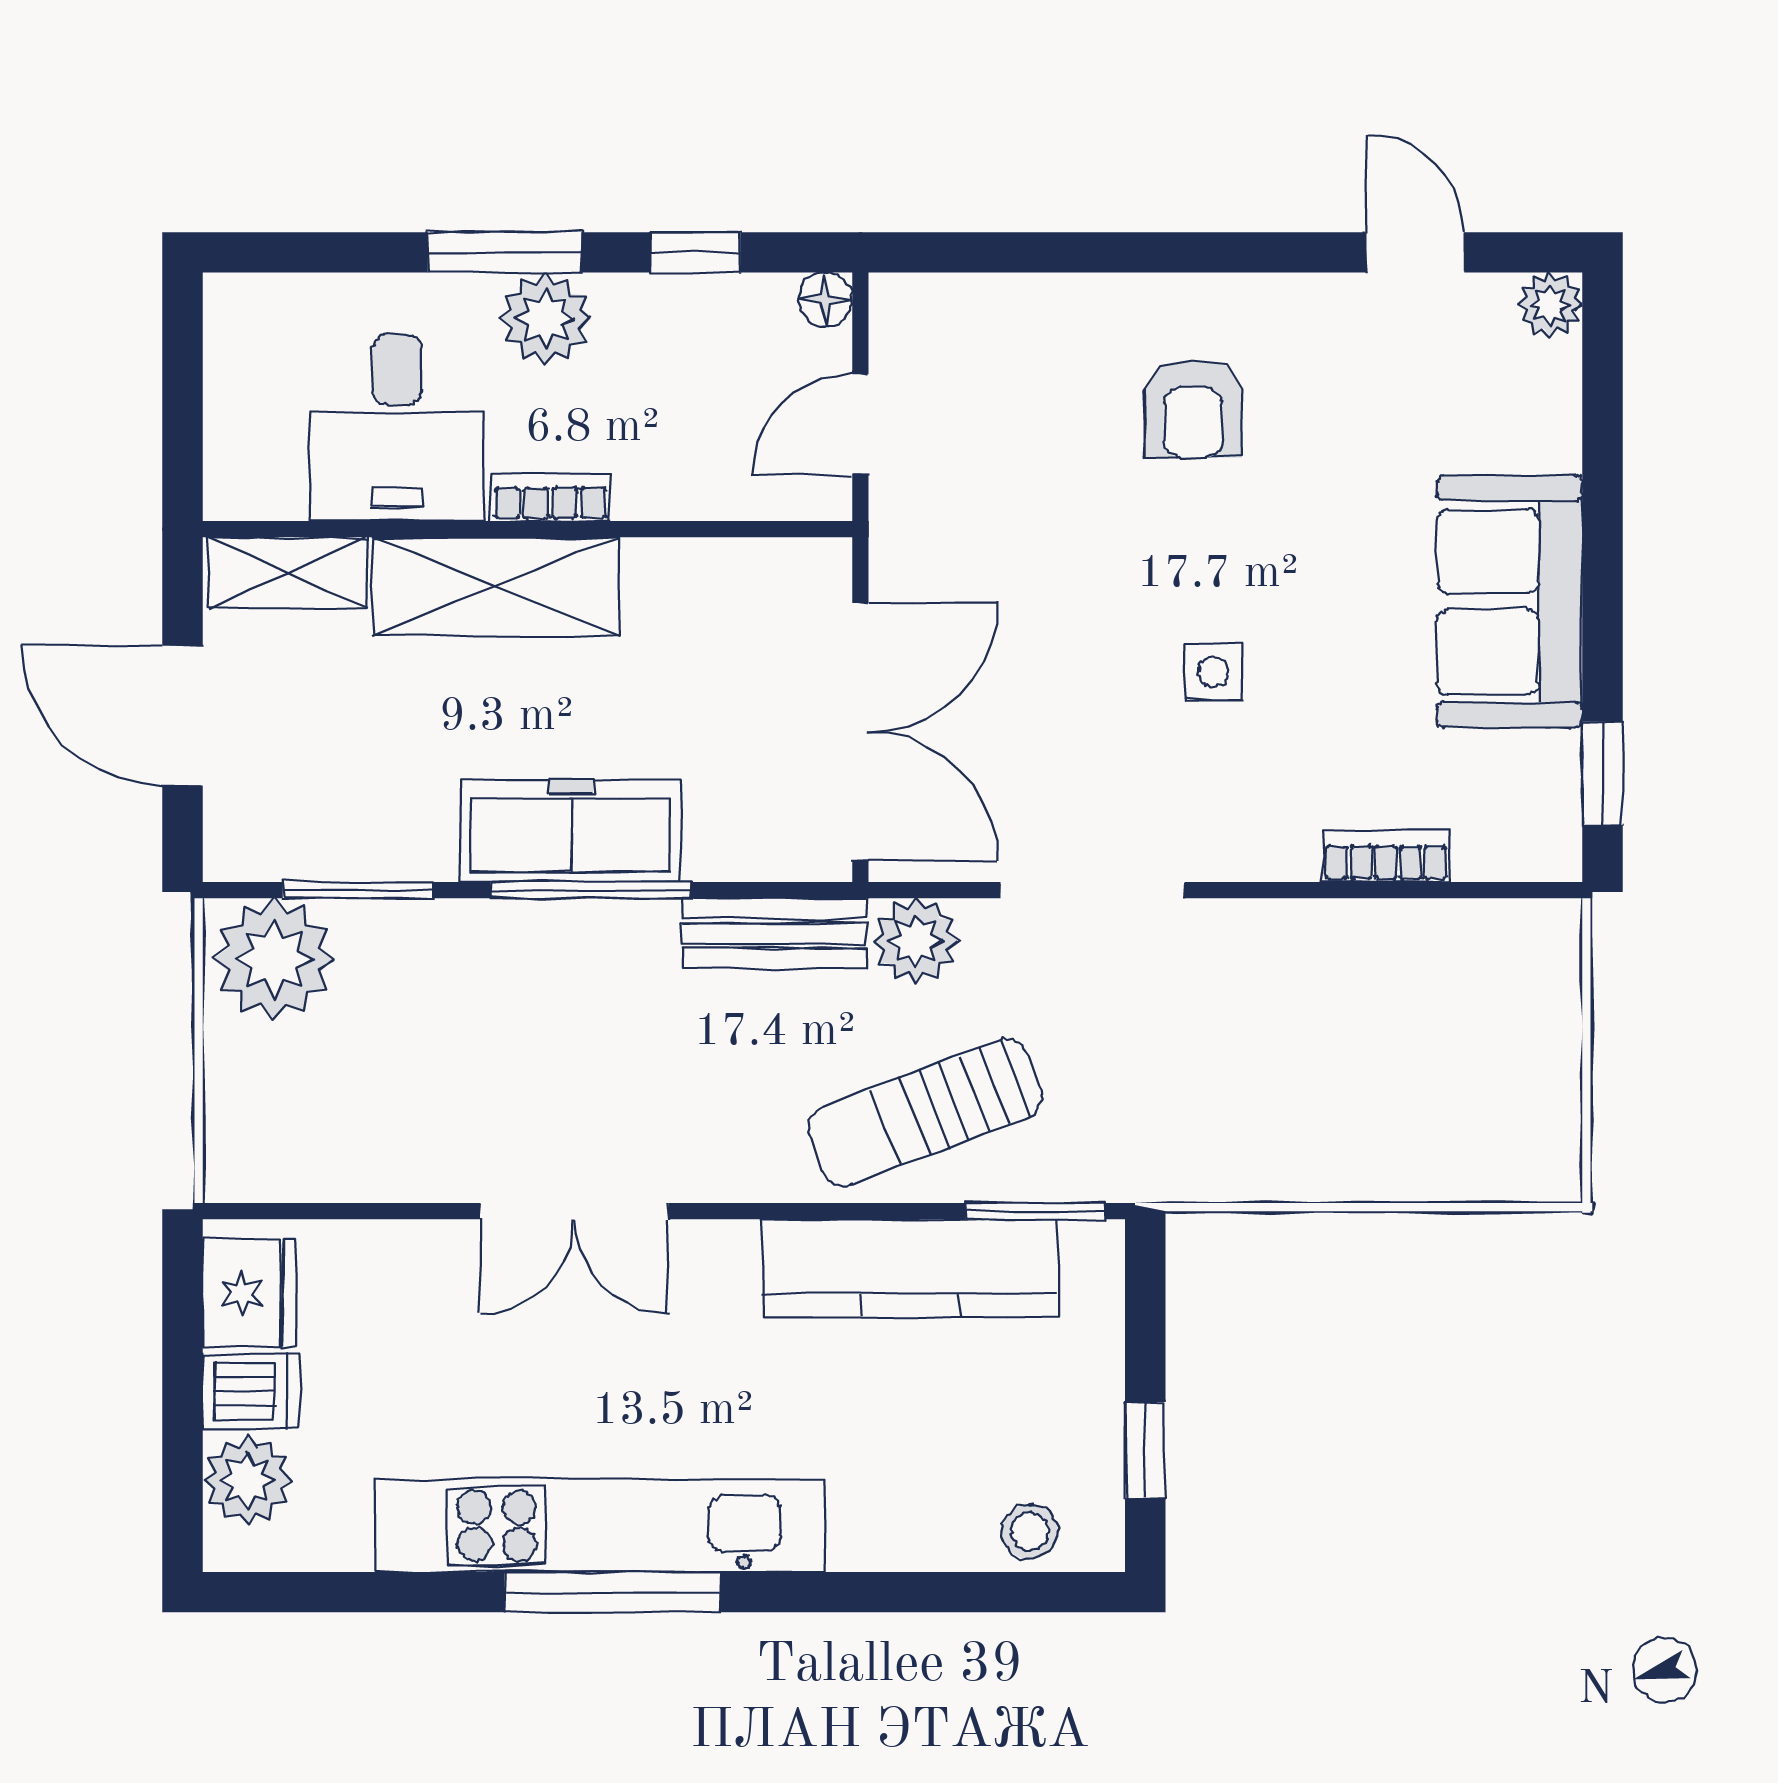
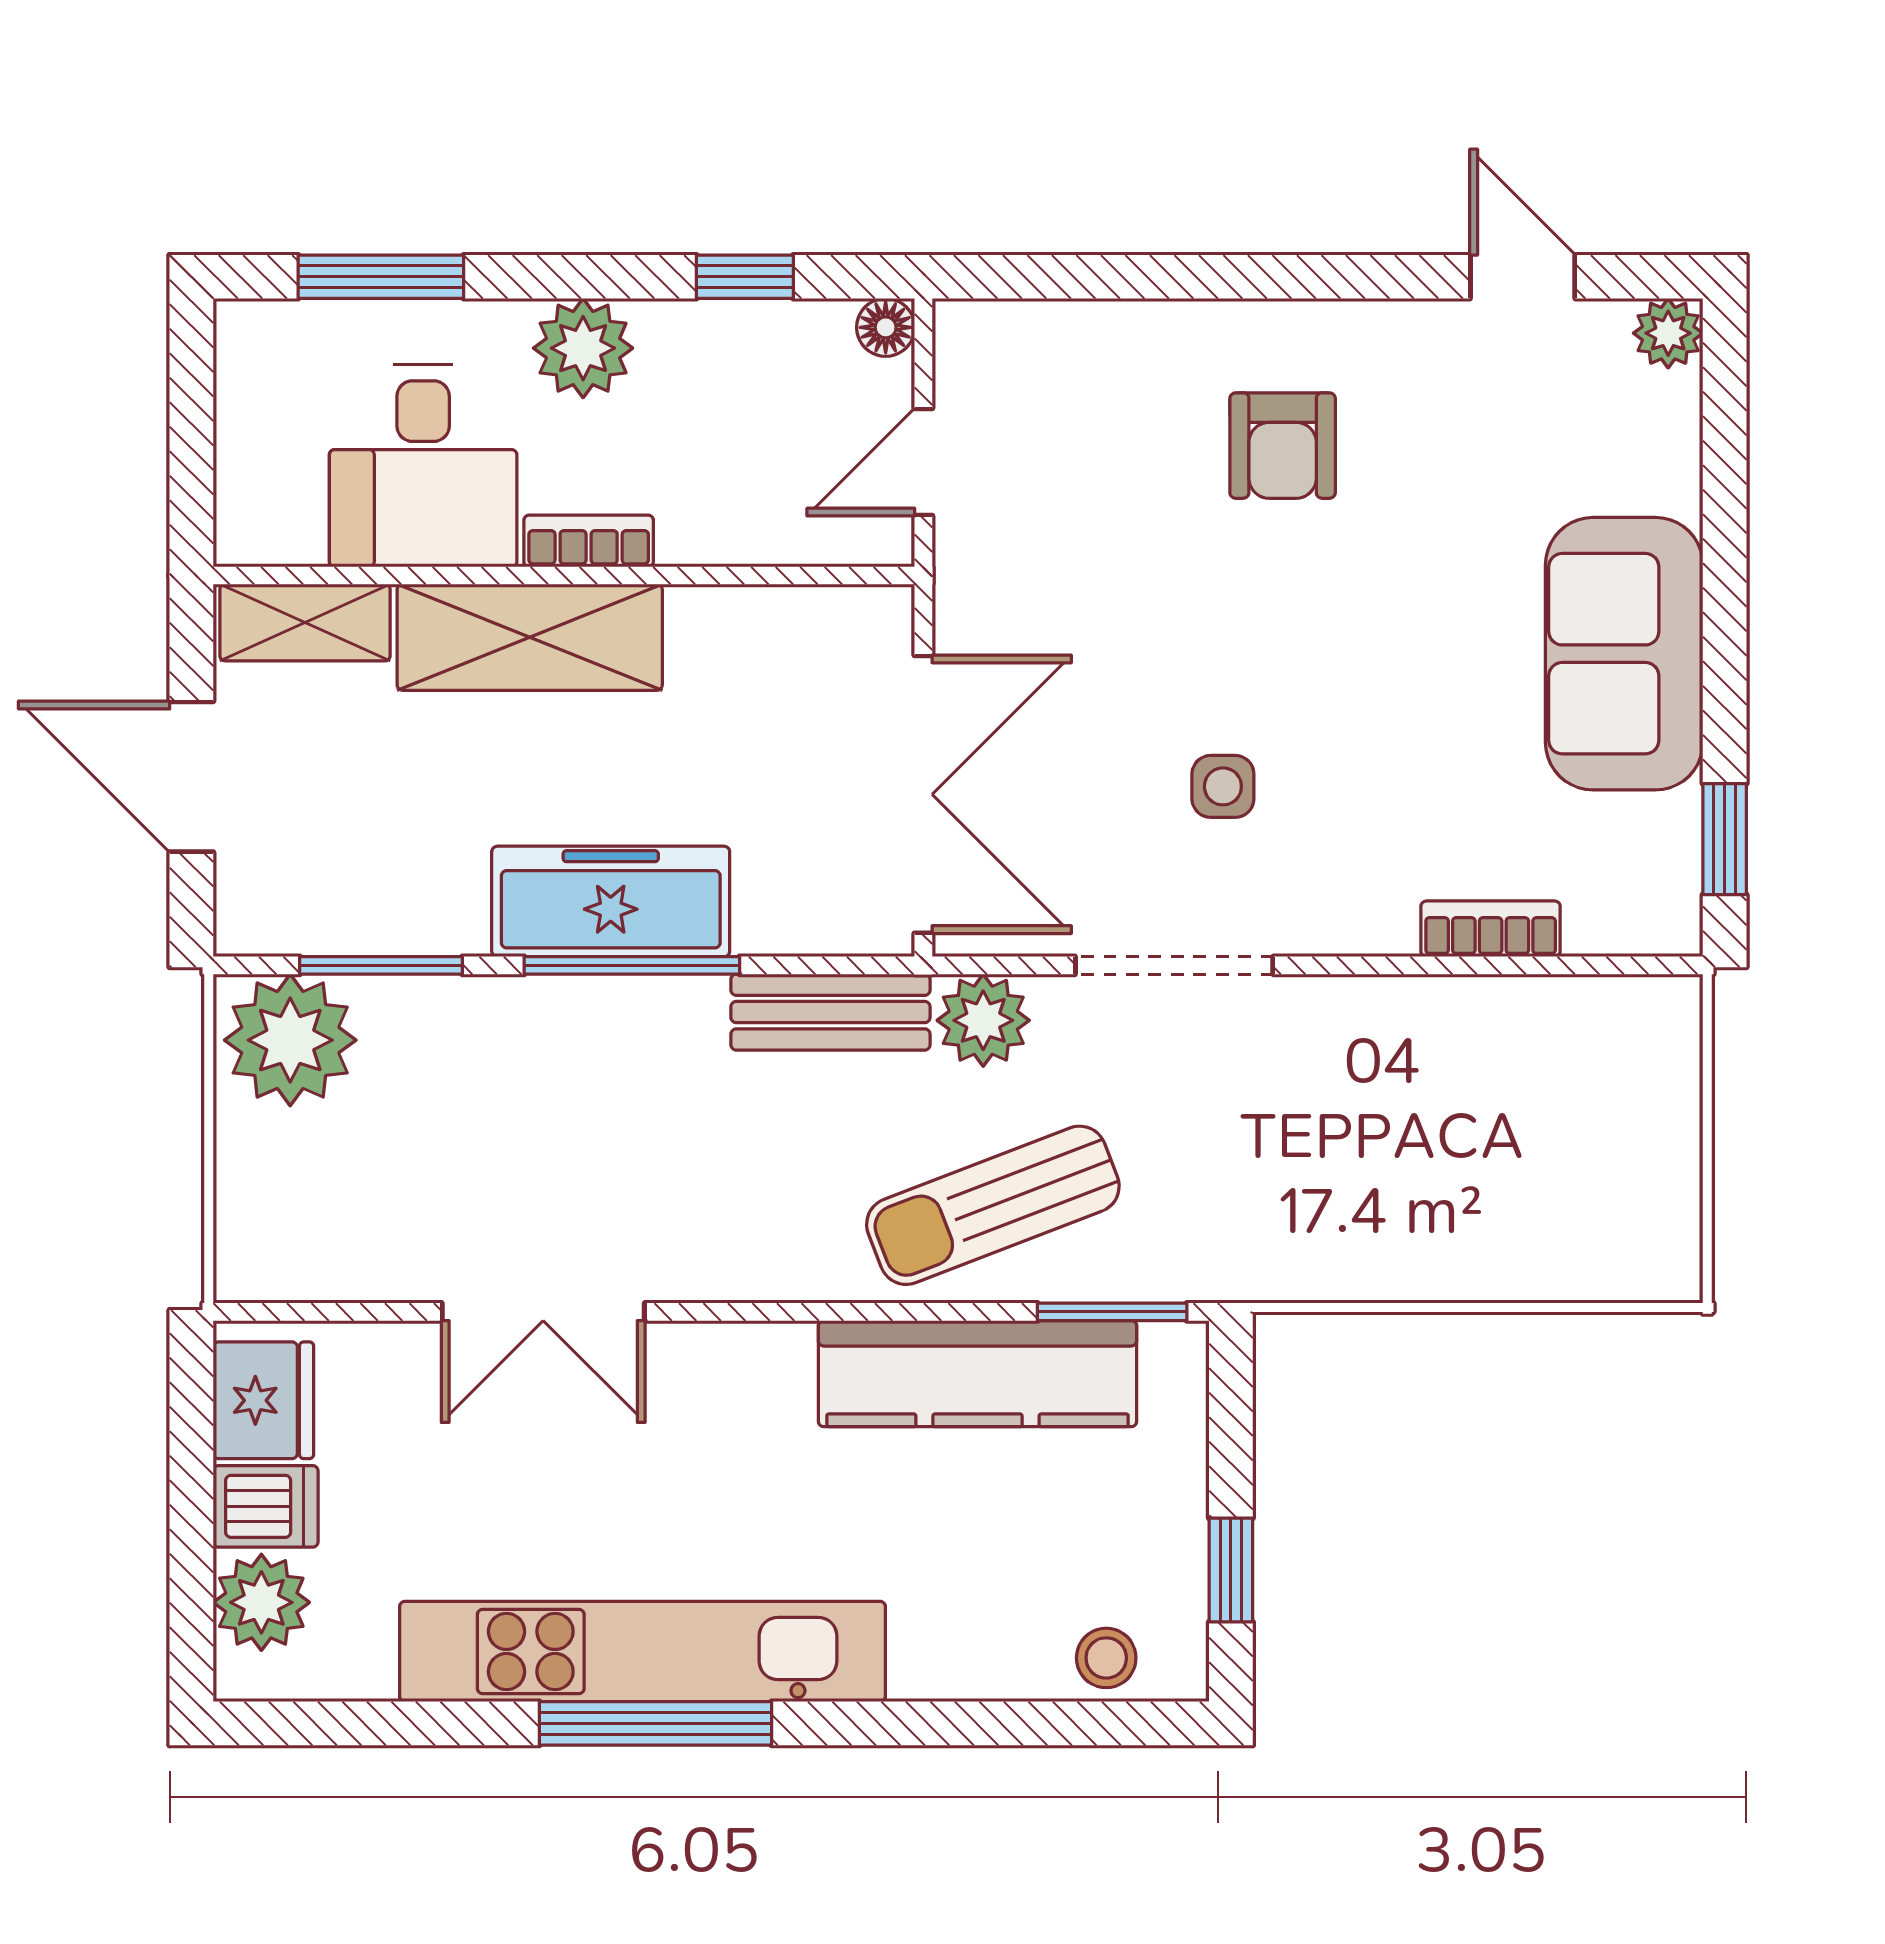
window: (505, 252) -> (381, 277), moved
side table: (1213, 672) -> (1223, 786), moved
double door: (574, 1211) -> (543, 1312), moved

